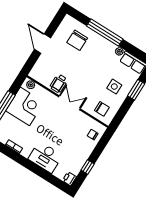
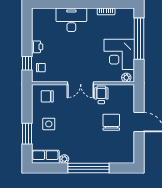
chair: (77, 40) -> (111, 122), moved
window: (88, 167) -> (27, 63), moved
printer: (69, 179) -> (37, 47), moved

